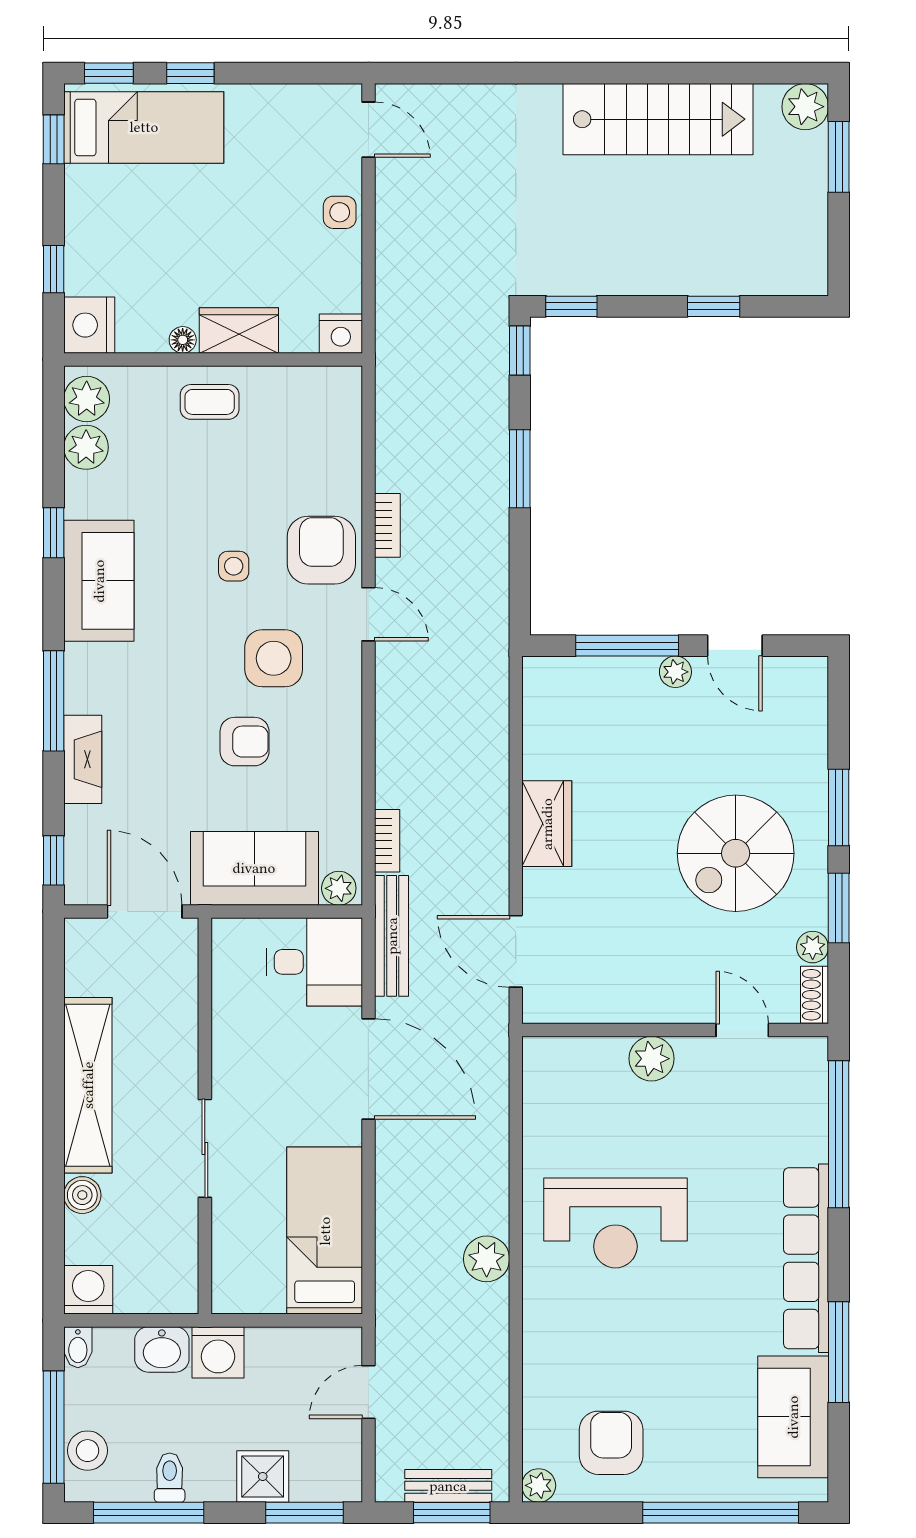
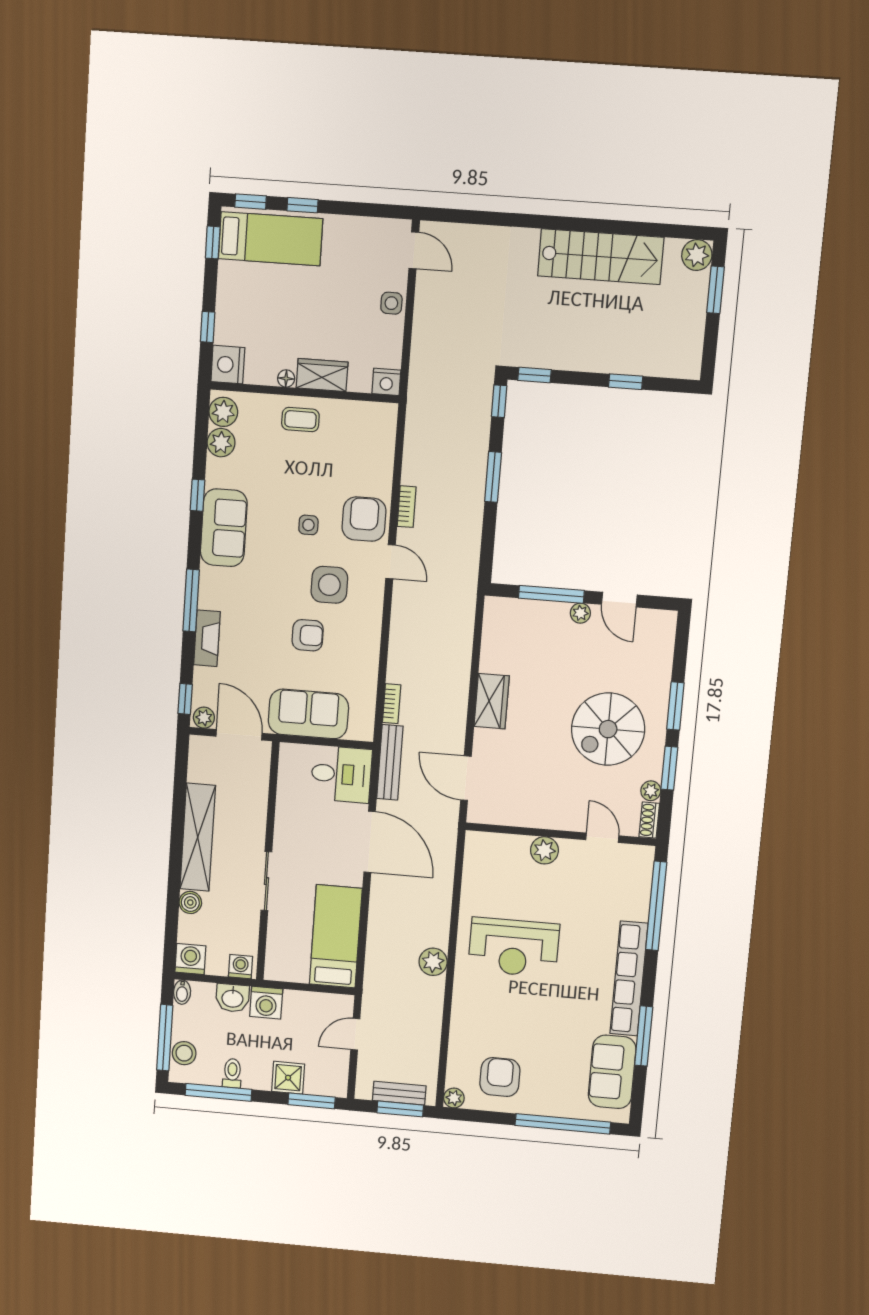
plant: (339, 888) -> (204, 718), moved
washing machine: (172, 1295) -> (240, 967), added

